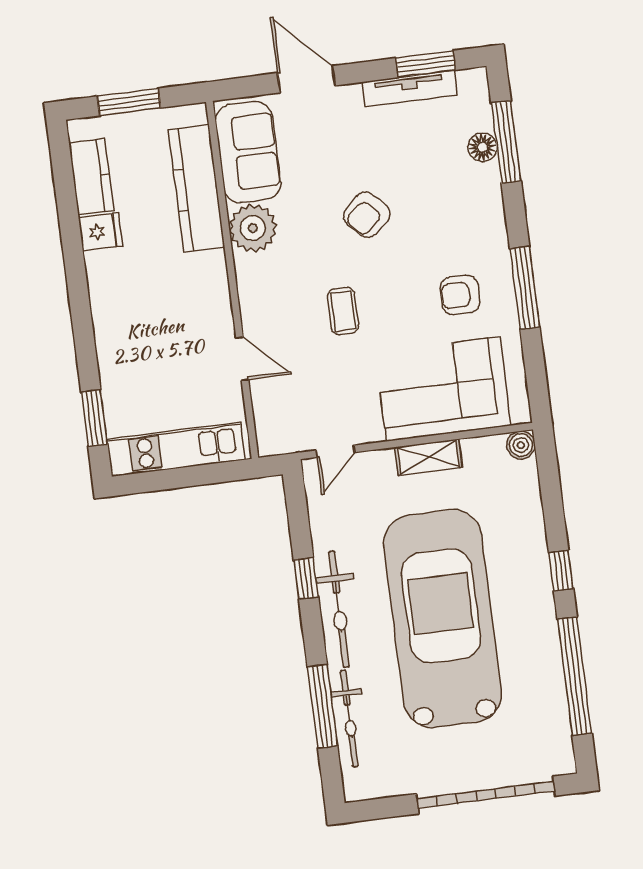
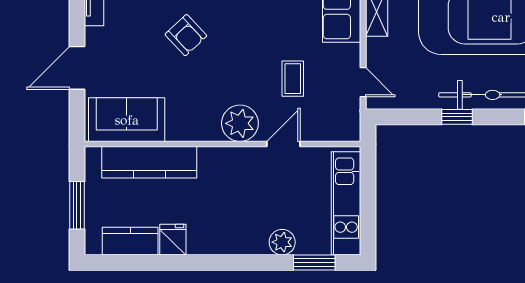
plant: (253, 228) -> (240, 123), moved
coffee table: (343, 311) -> (293, 79), moved, turned 90
plant: (115, 373) -> (282, 242), added

